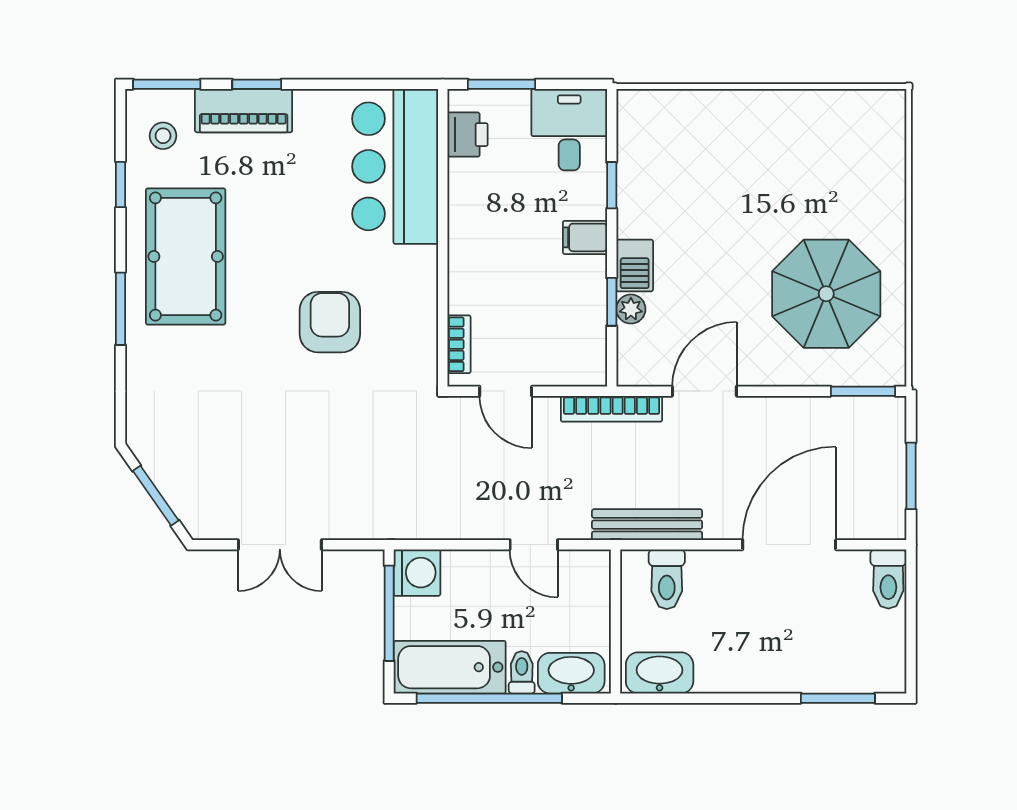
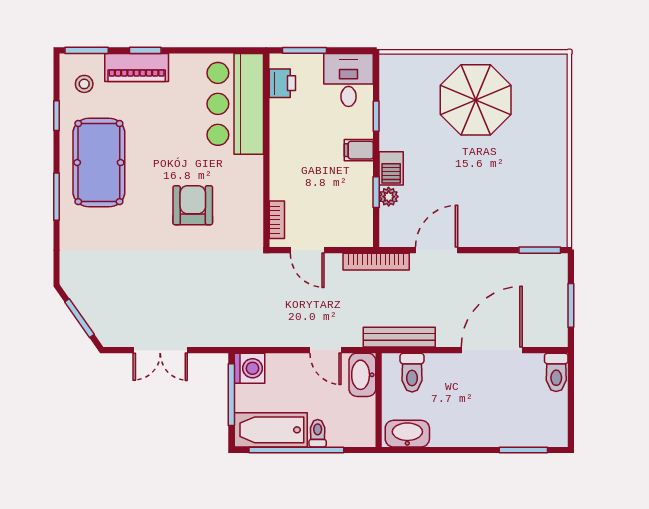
parasol: (826, 294) -> (476, 100), moved
washbasin: (571, 673) -> (362, 375), moved, turned -90

